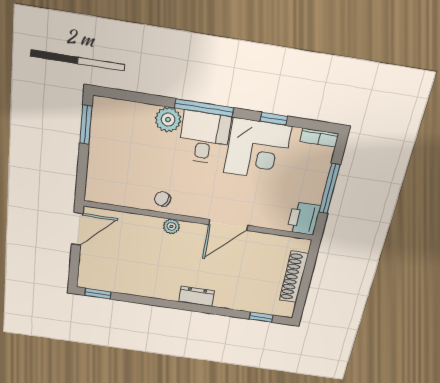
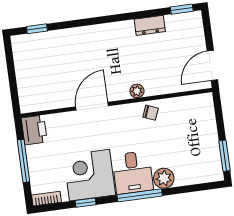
shoe rack: (294, 277) -> (23, 76), removed
dresser: (197, 296) -> (150, 25), moved

